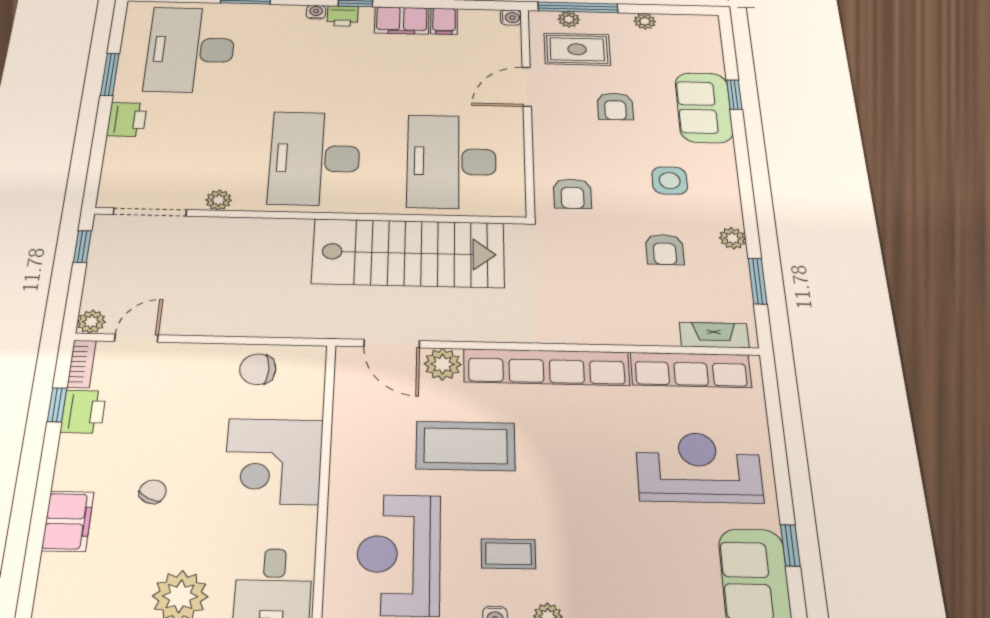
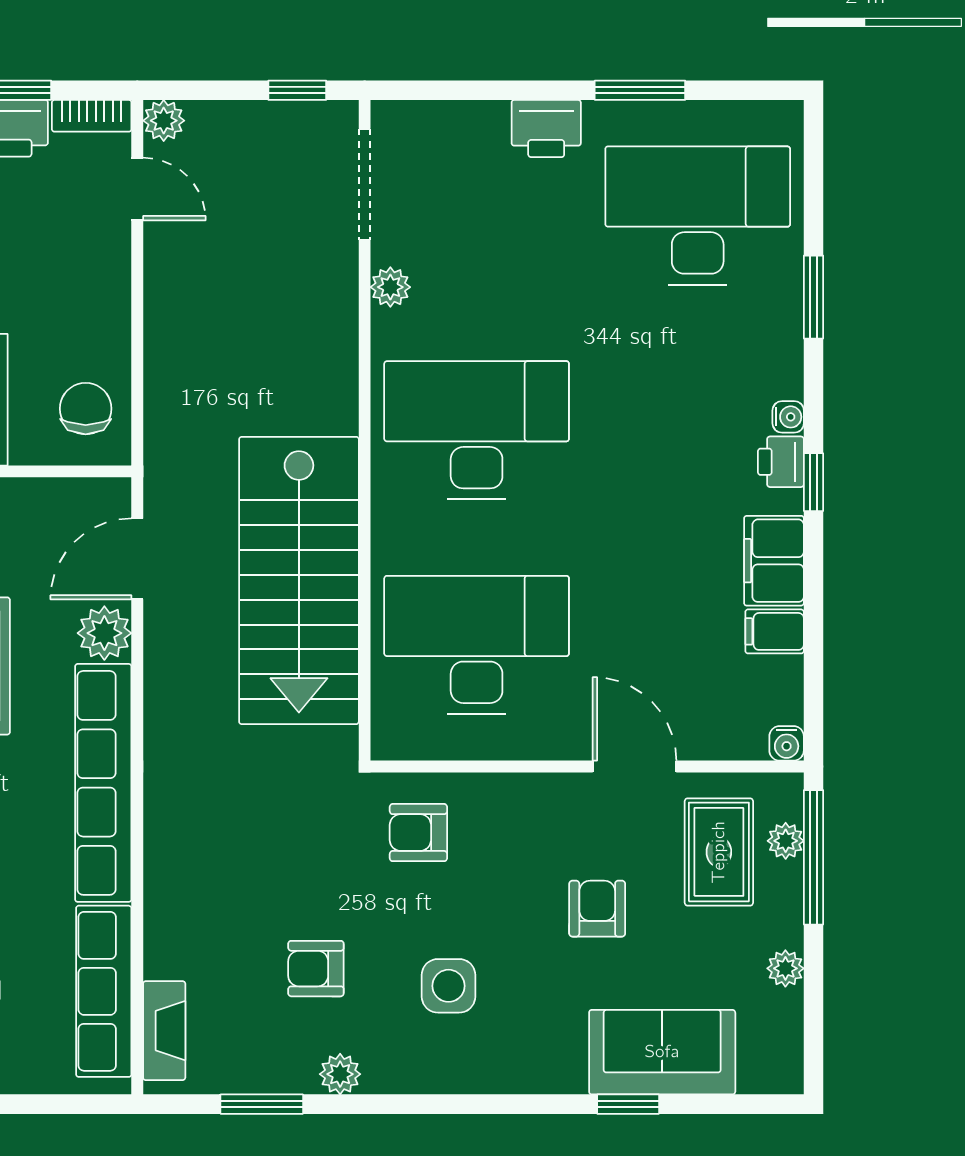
armchair: (615, 106) -> (597, 909), turned 90
sofa: (704, 107) -> (662, 1052), moved
chair: (258, 369) -> (86, 409), moved

